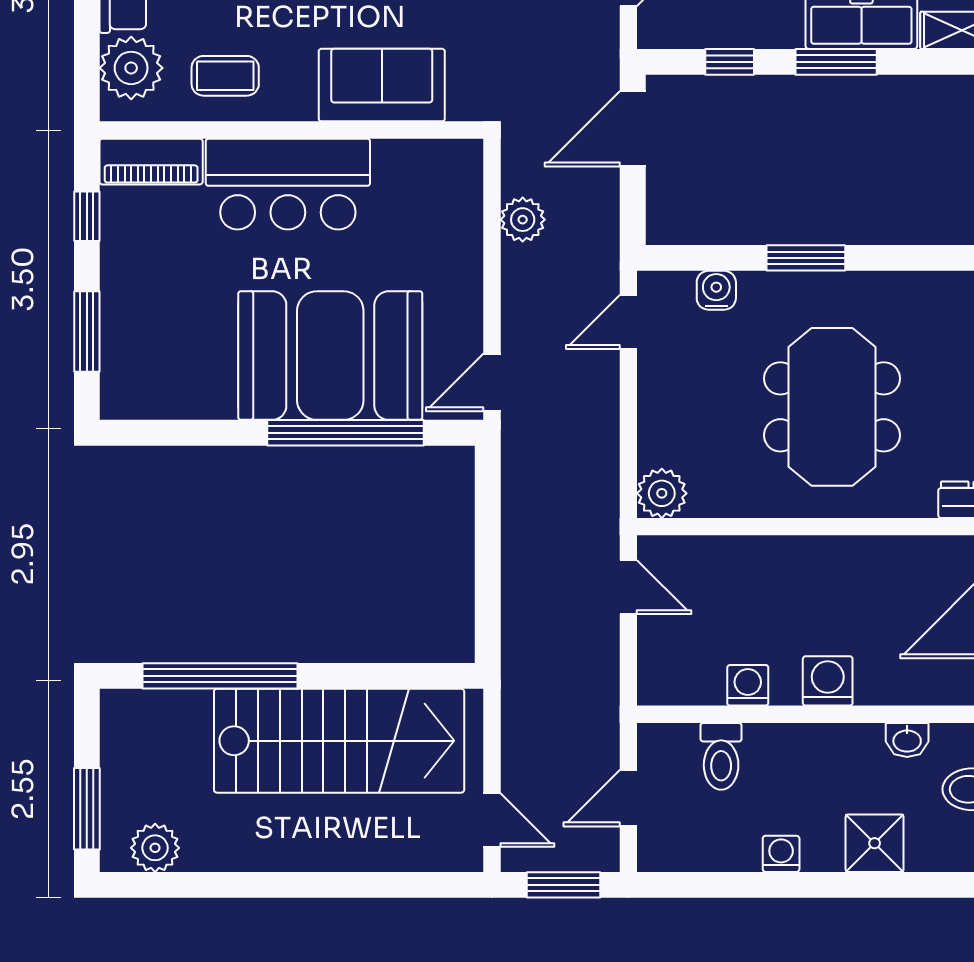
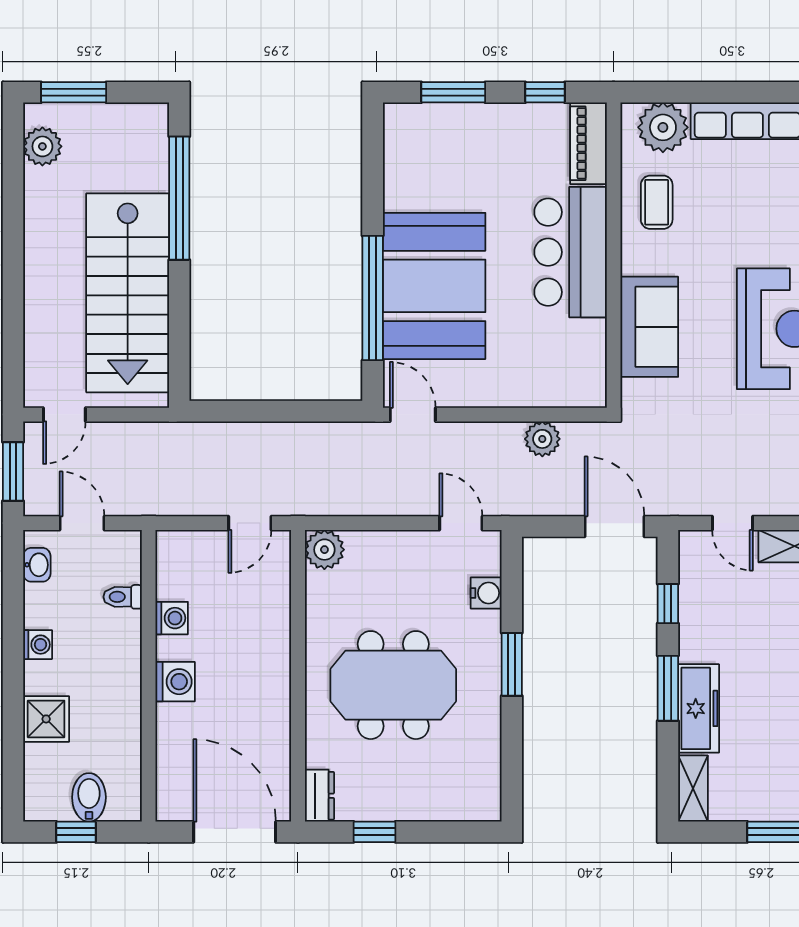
washbasin: (907, 740) -> (37, 565), moved, turned 180
toilet: (721, 756) -> (123, 597), width x0.73, depth x0.72

